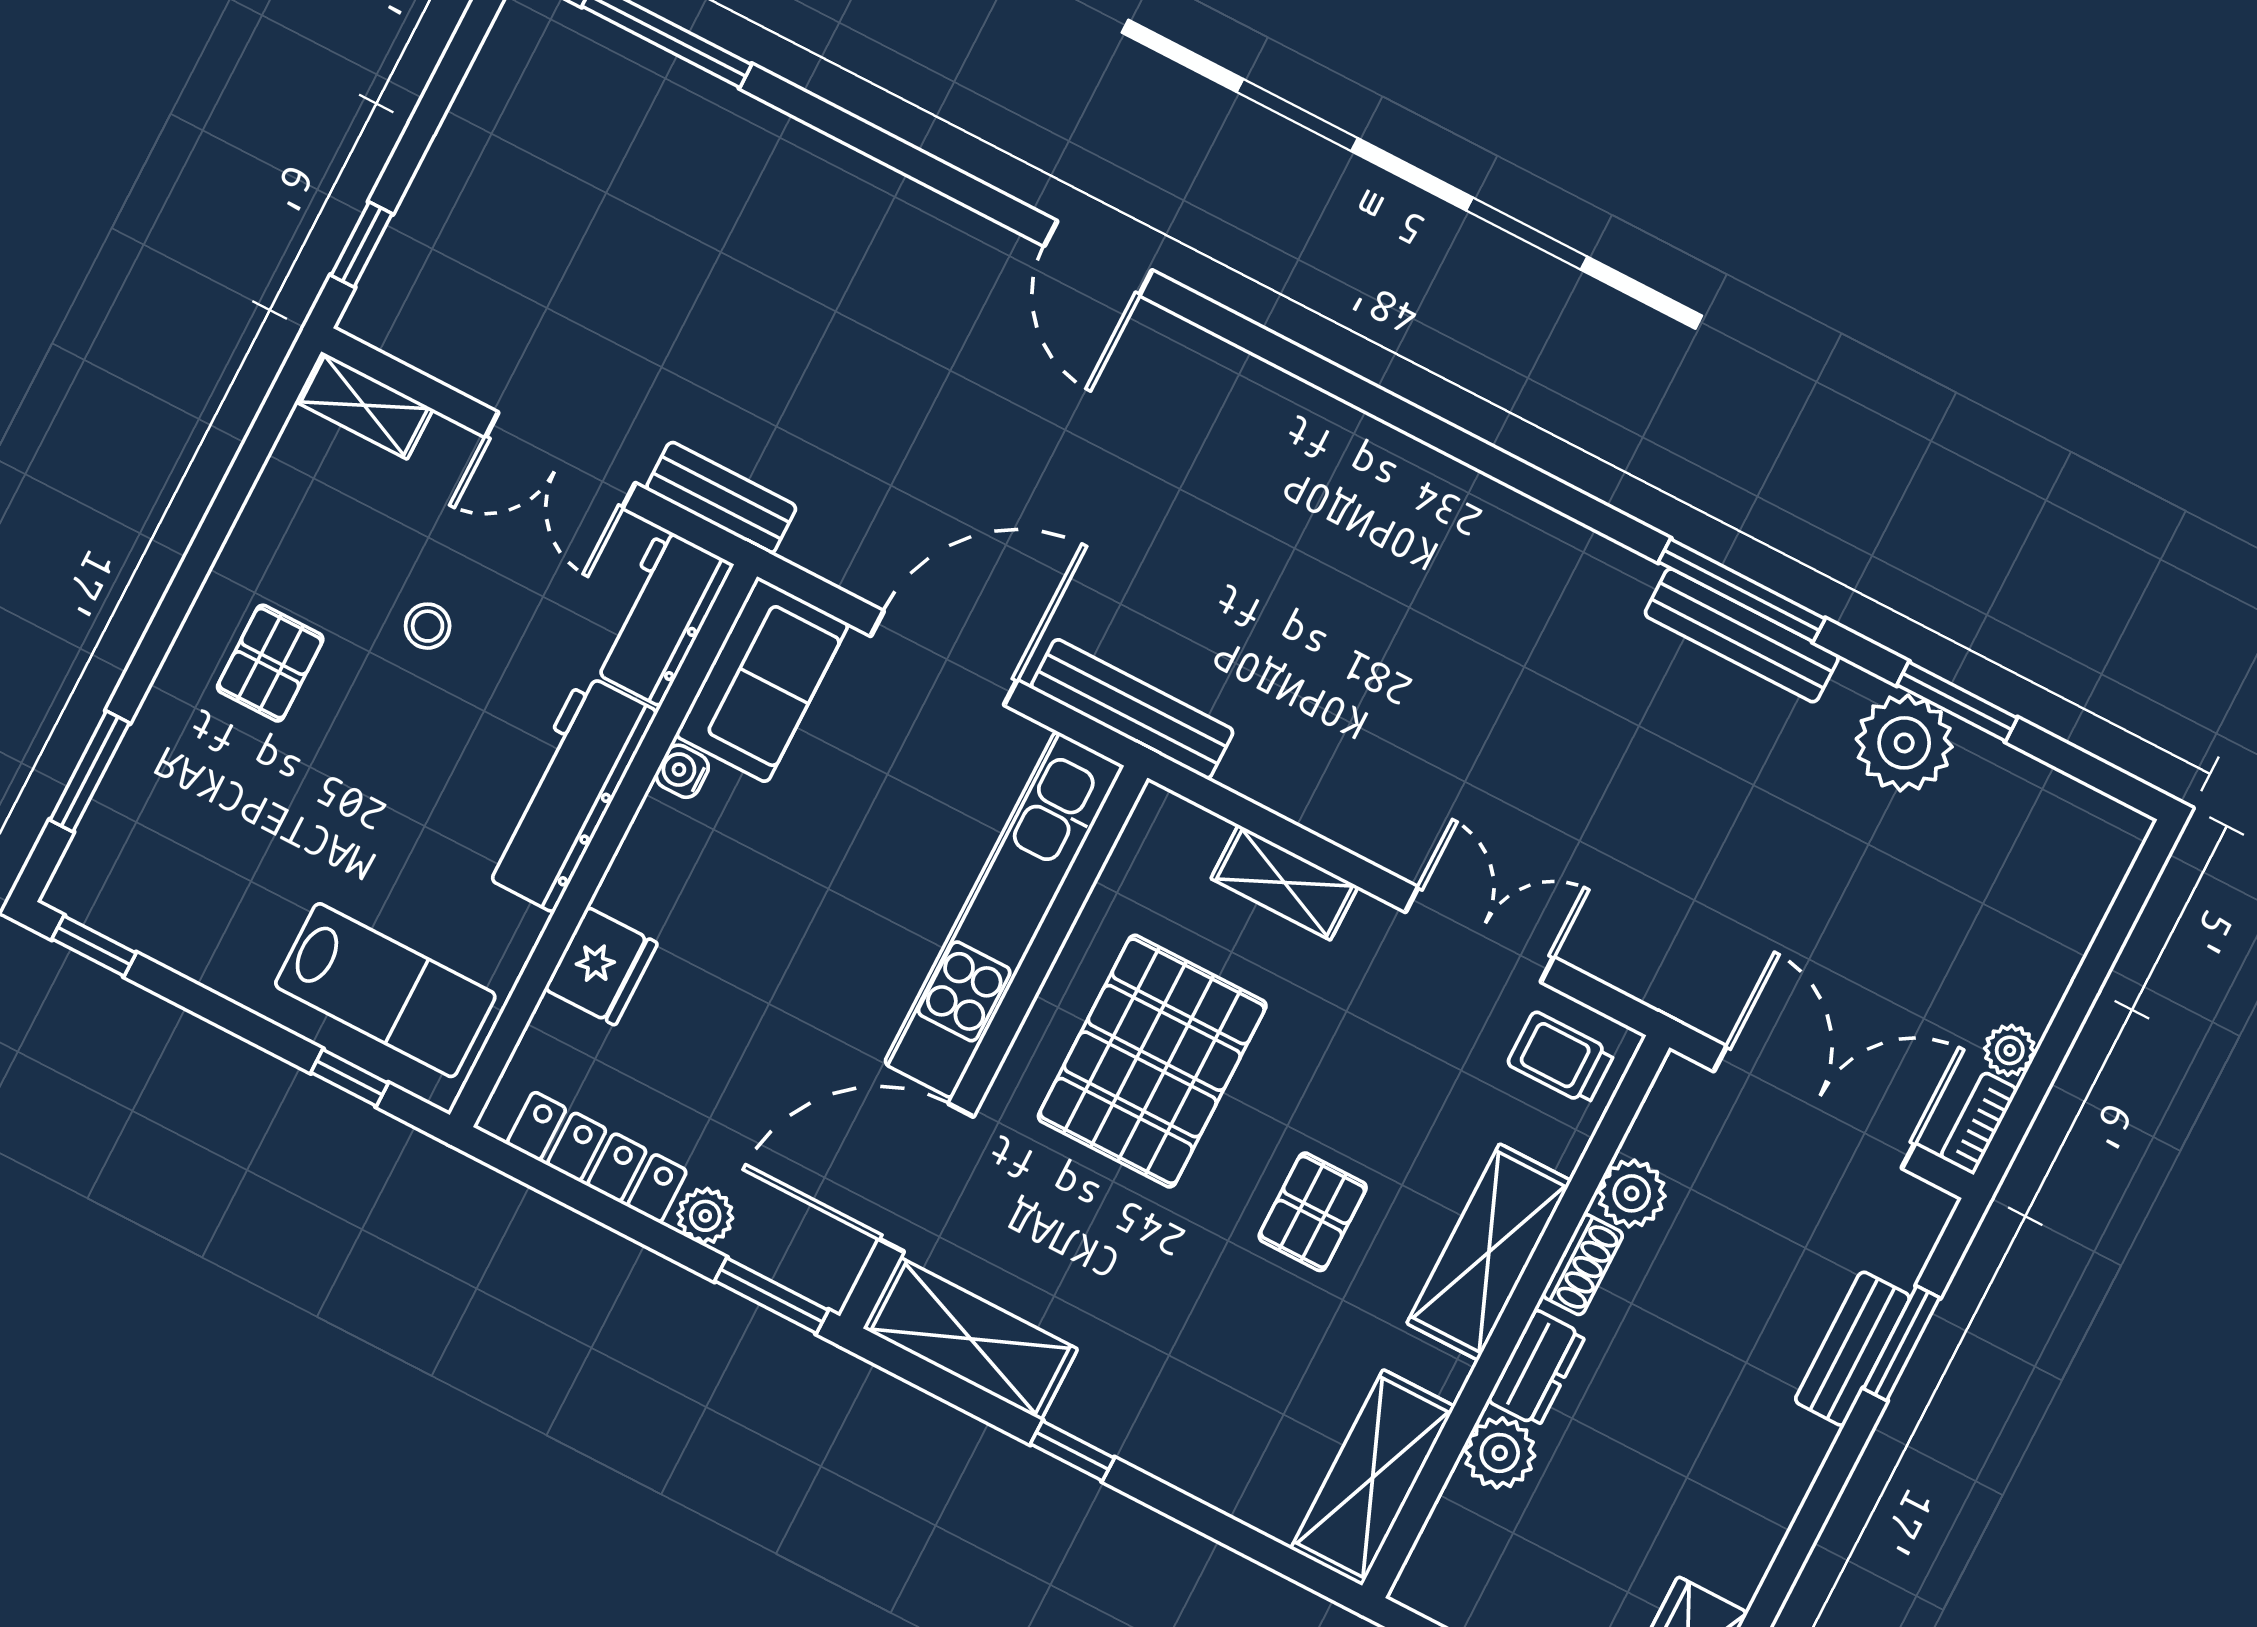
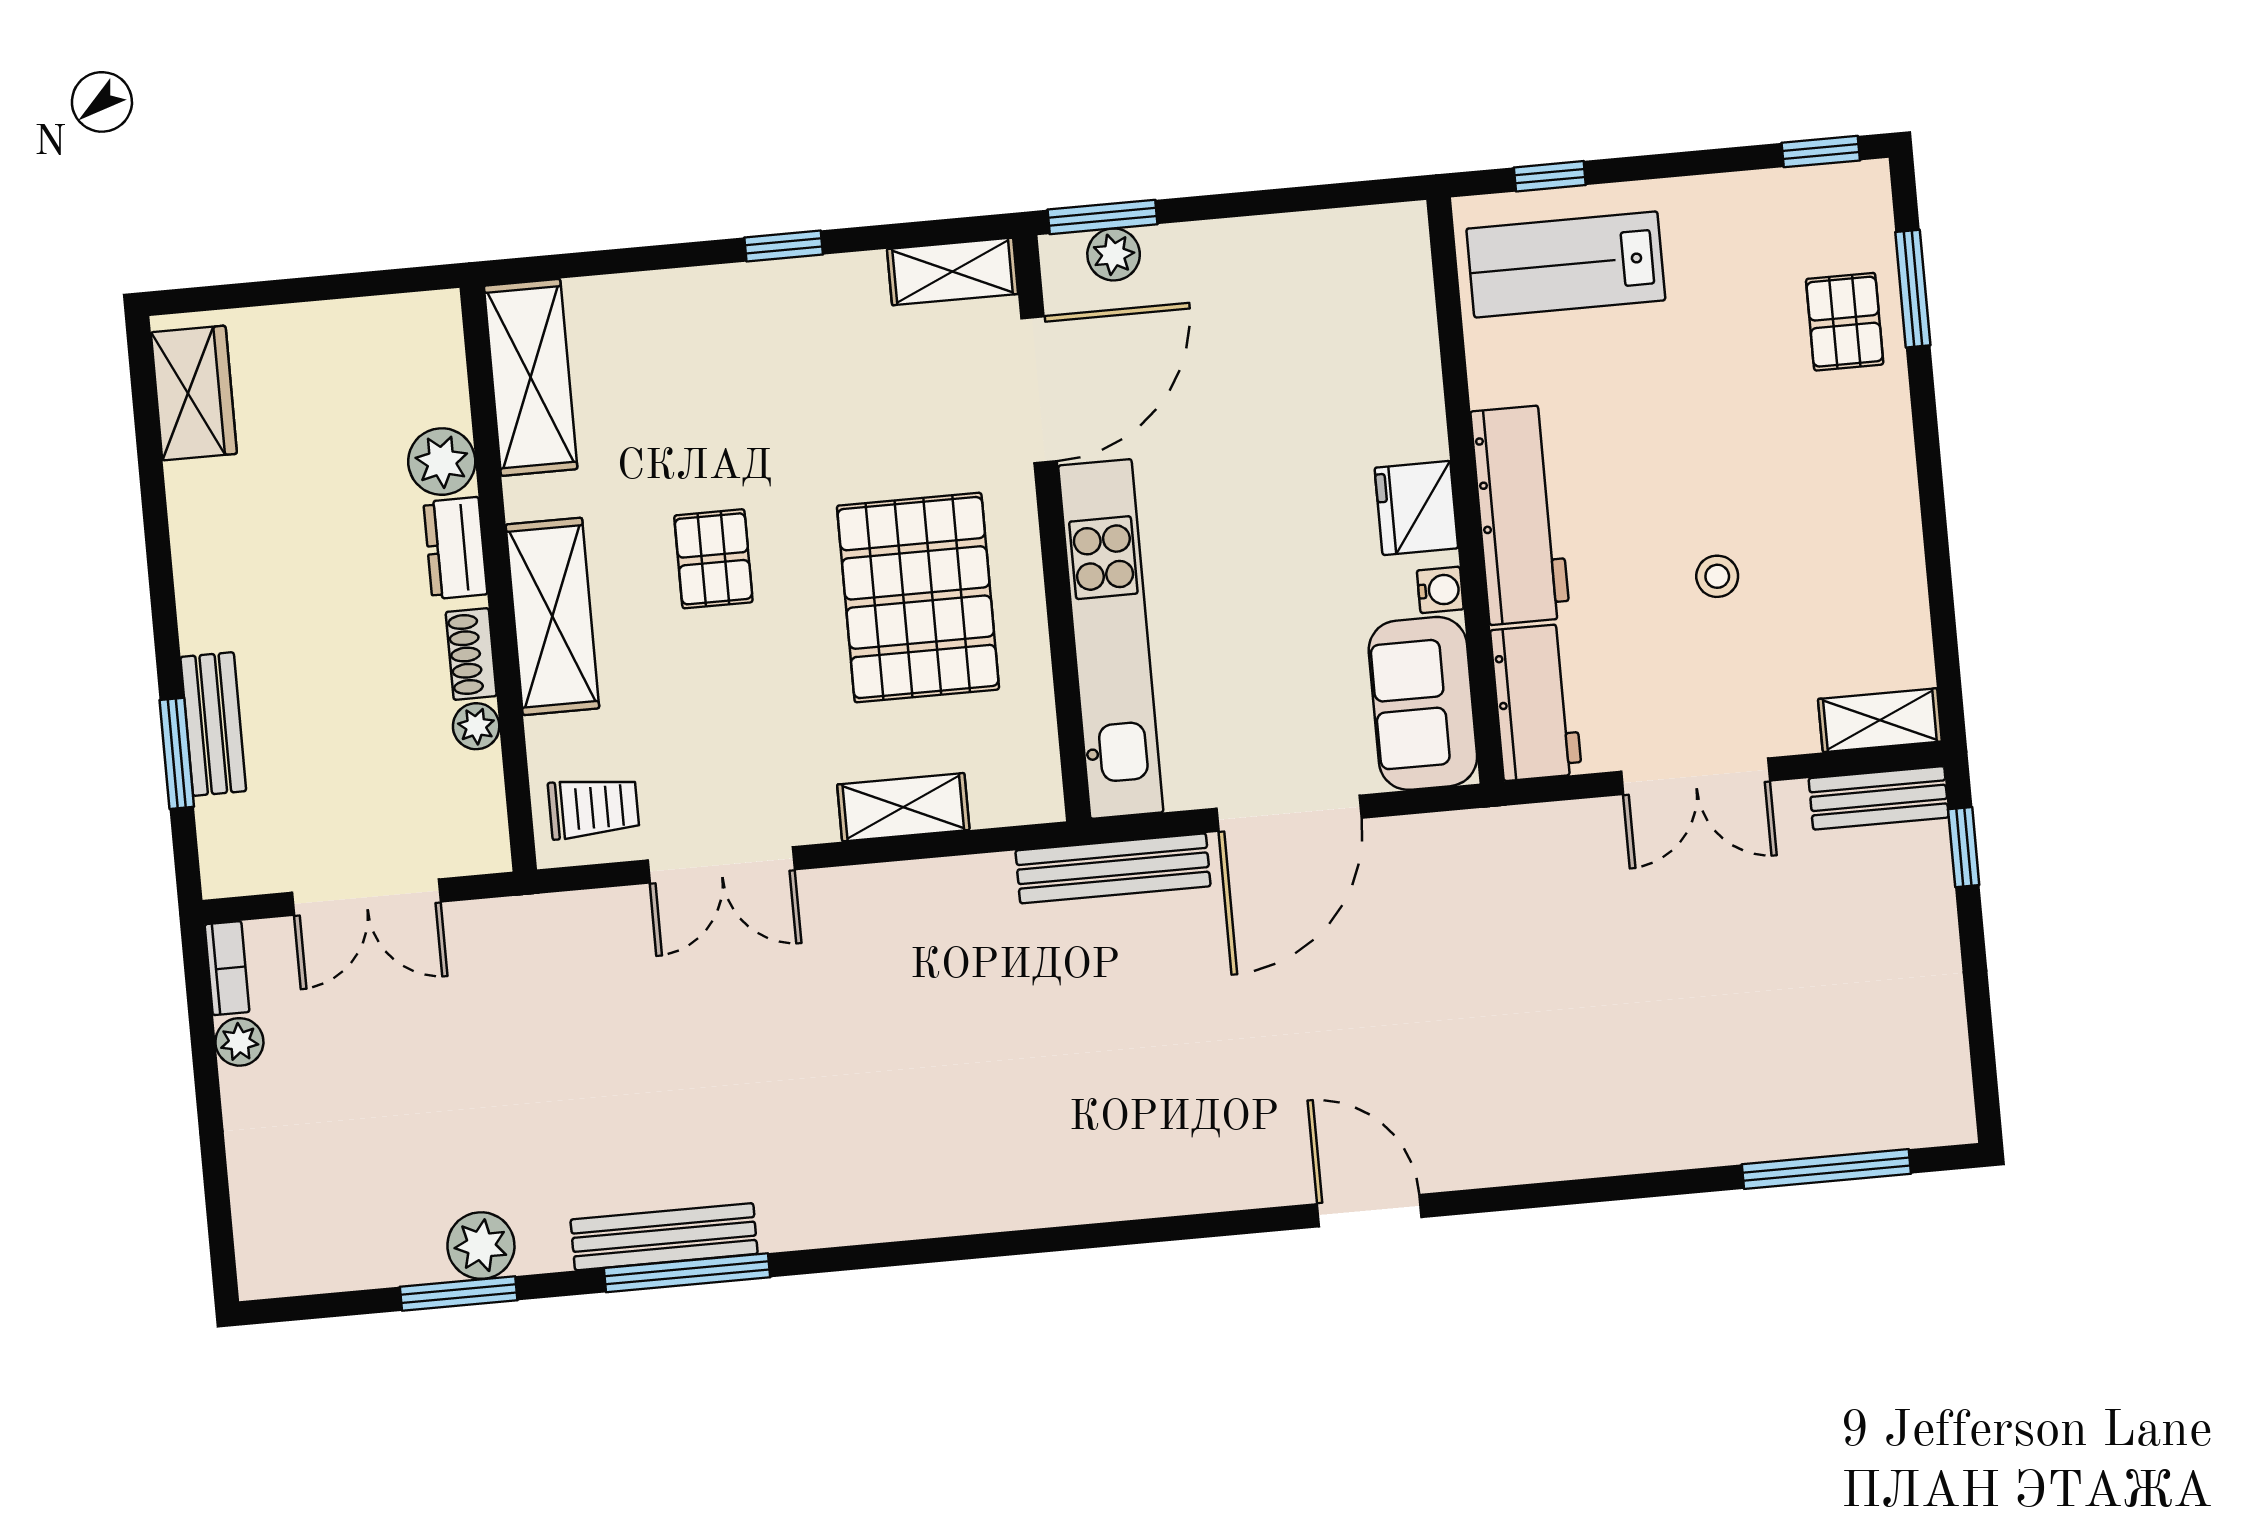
double door: (560, 460) -> (1696, 776), swing flipped
bench: (721, 498) -> (1879, 798), moved
pallet: (270, 663) -> (1845, 322), moved
plant: (1904, 743) -> (481, 1246), width x0.73, depth x0.73
fridge: (601, 966) -> (1416, 508), moved
double door: (1814, 1107) -> (366, 897), width x0.73
locker: (597, 1157) -> (1312, 239), removed
plant: (1632, 1193) -> (476, 726), width x0.73, depth x0.73
plant: (705, 1216) -> (1114, 254), moved
shelving: (970, 1339) -> (953, 271), width x0.67, depth x0.75

